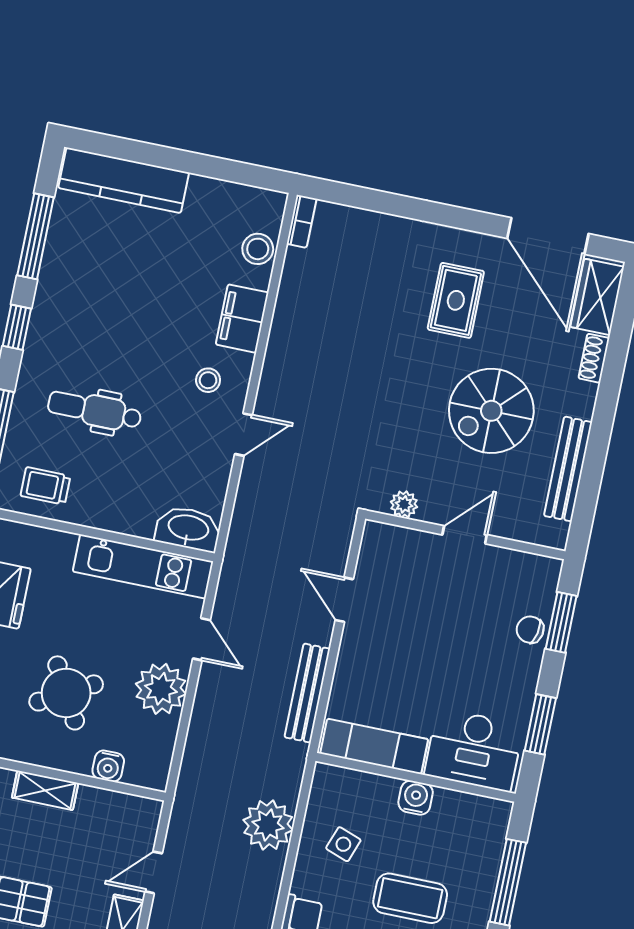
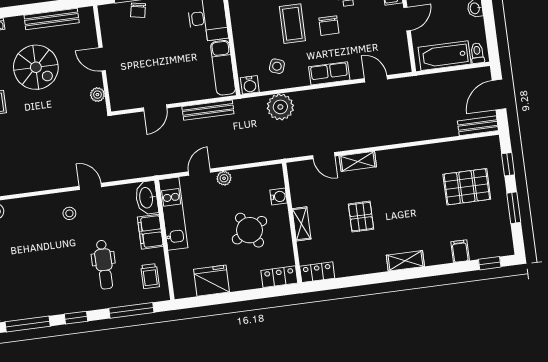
filing cabinet: (242, 319) -> (150, 232), moved, turned 90
plant: (161, 689) -> (224, 178), width x0.53, depth x0.53
water cooler: (416, 798) -> (250, 85), moved, turned -90

